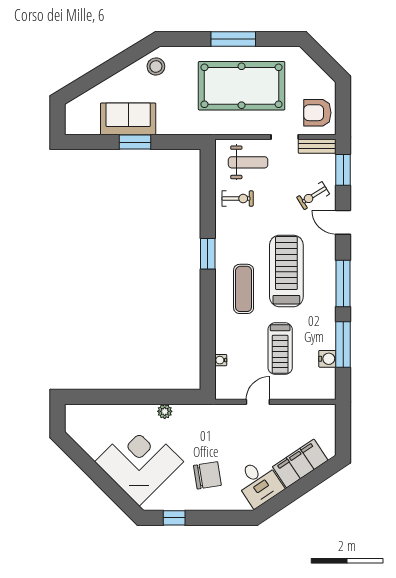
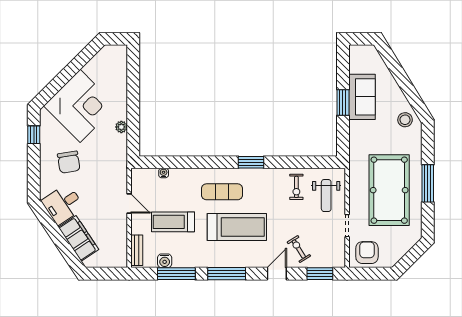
bench: (317, 146) -> (137, 250), moved

